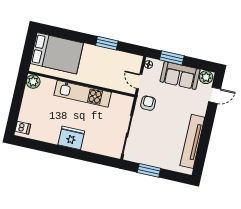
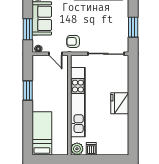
bed: (57, 53) -> (42, 133), width x0.67
door: (139, 82) -> (56, 54), hinge flipped
kitchen unit: (83, 94) -> (78, 102), width x1.36
dishwasher: (23, 128) -> (91, 149), moved

